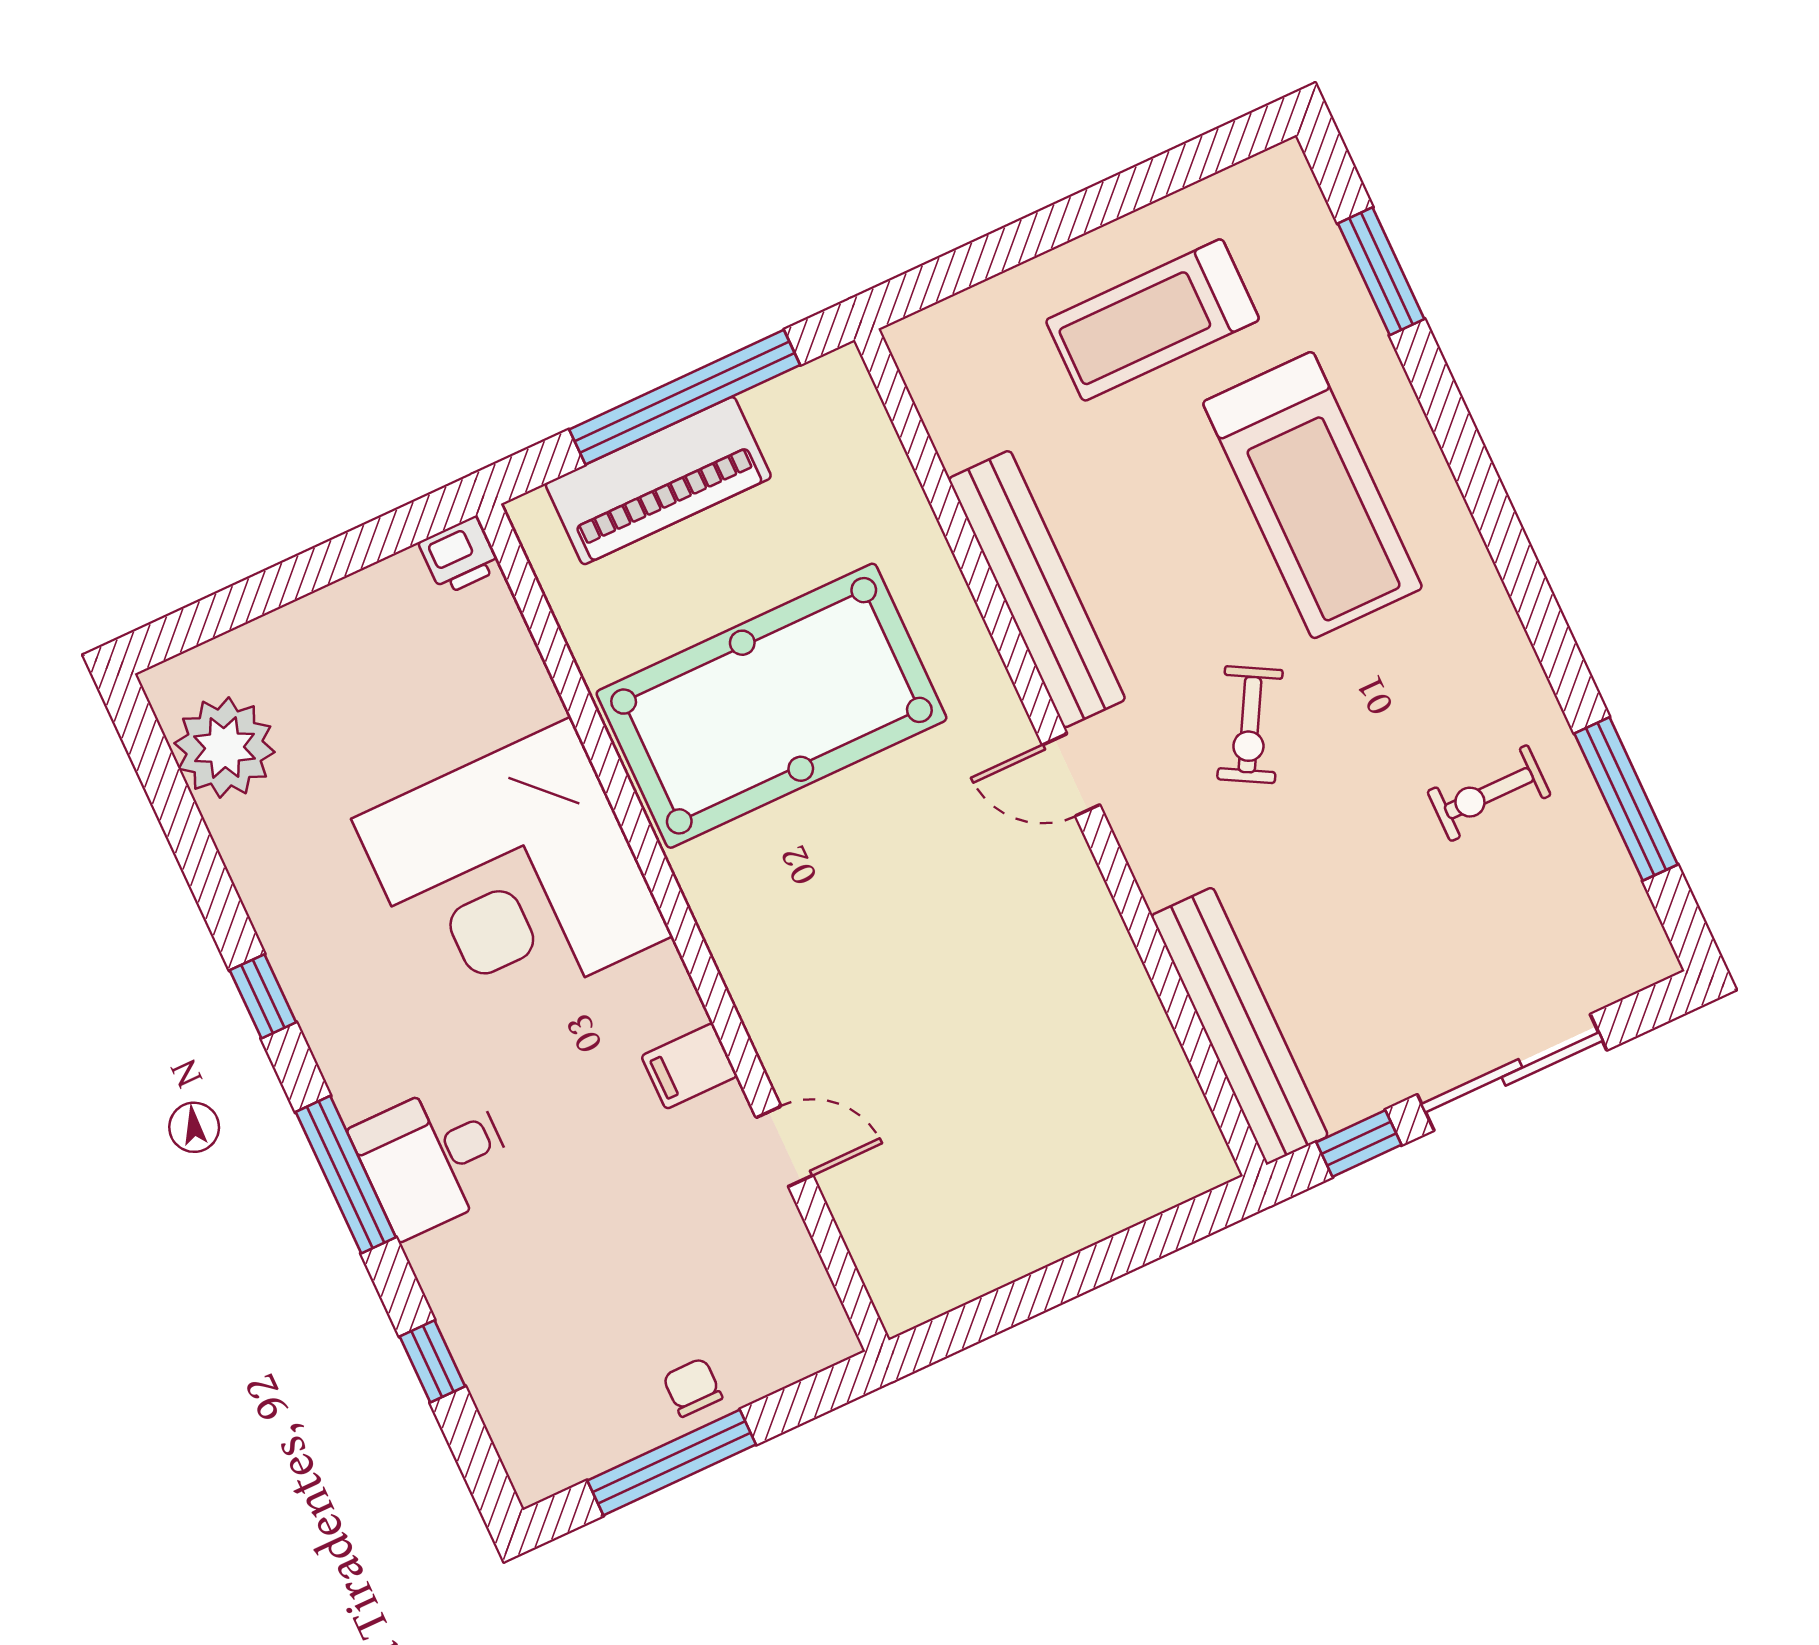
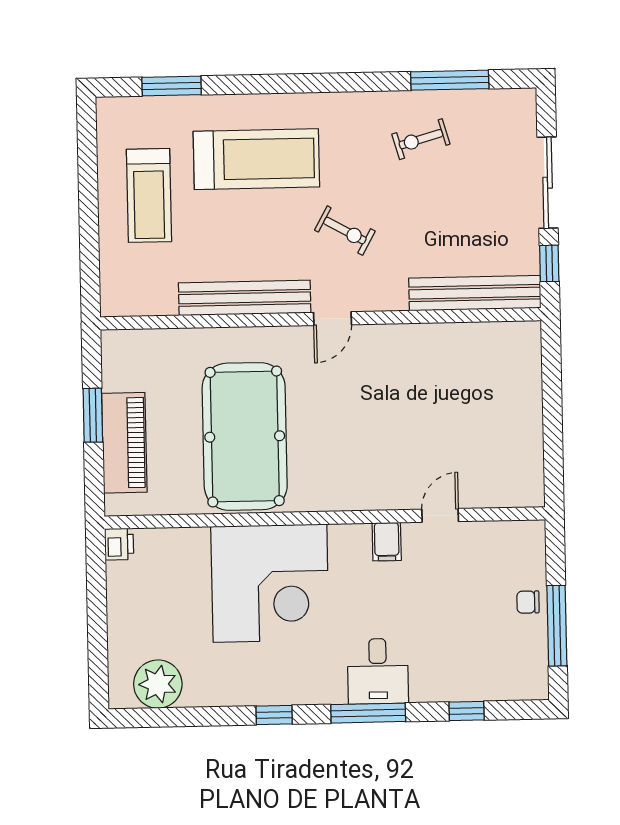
window: (685, 397) -> (93, 415), width x0.47
exercise bike: (1489, 793) -> (421, 139), turned 74

